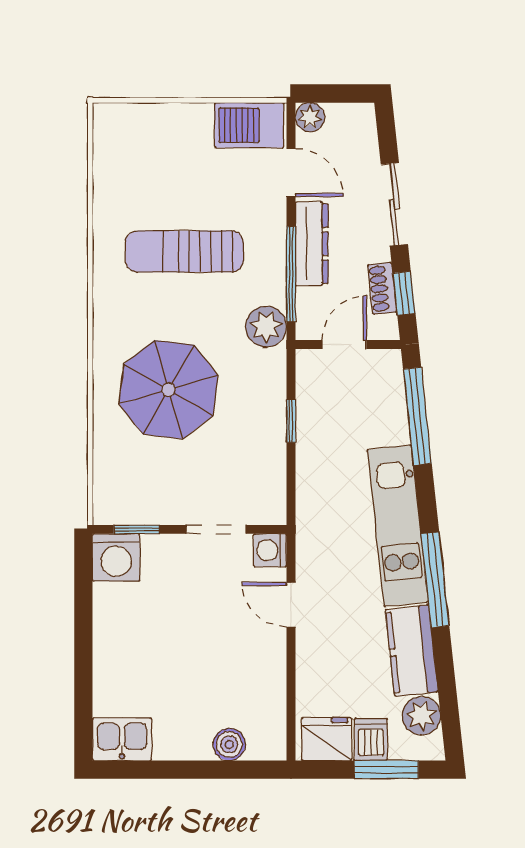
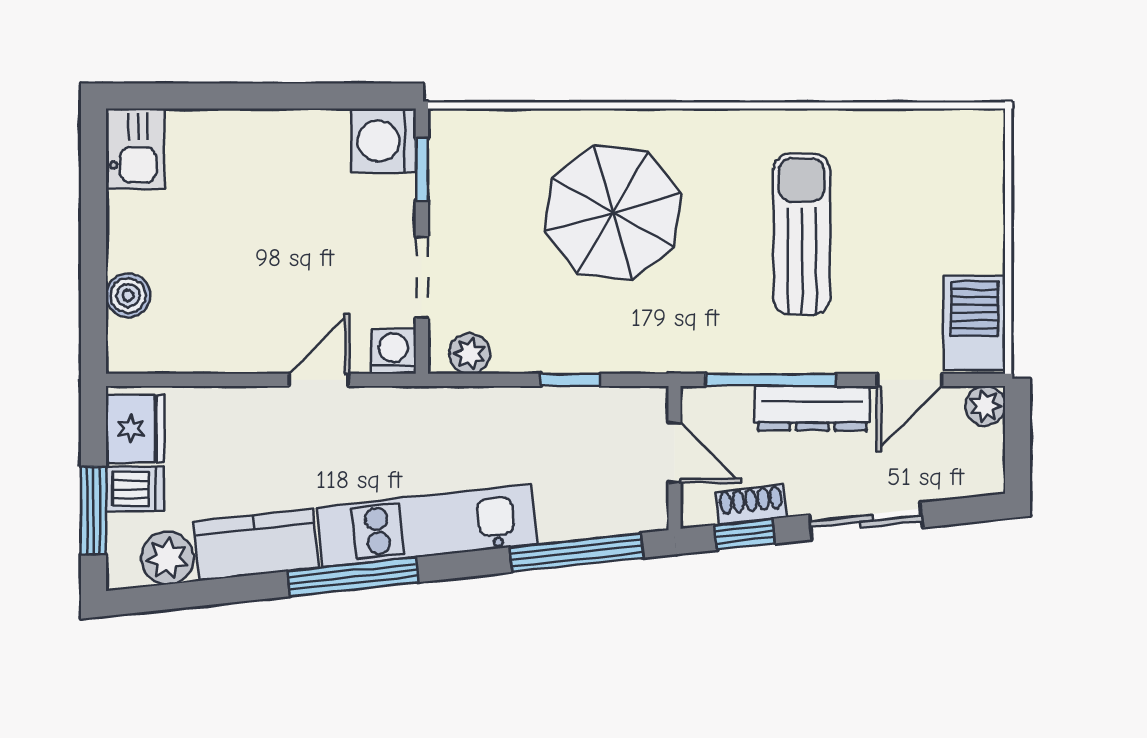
plant: (266, 327) -> (470, 354), moved, width x0.73, depth x0.73

